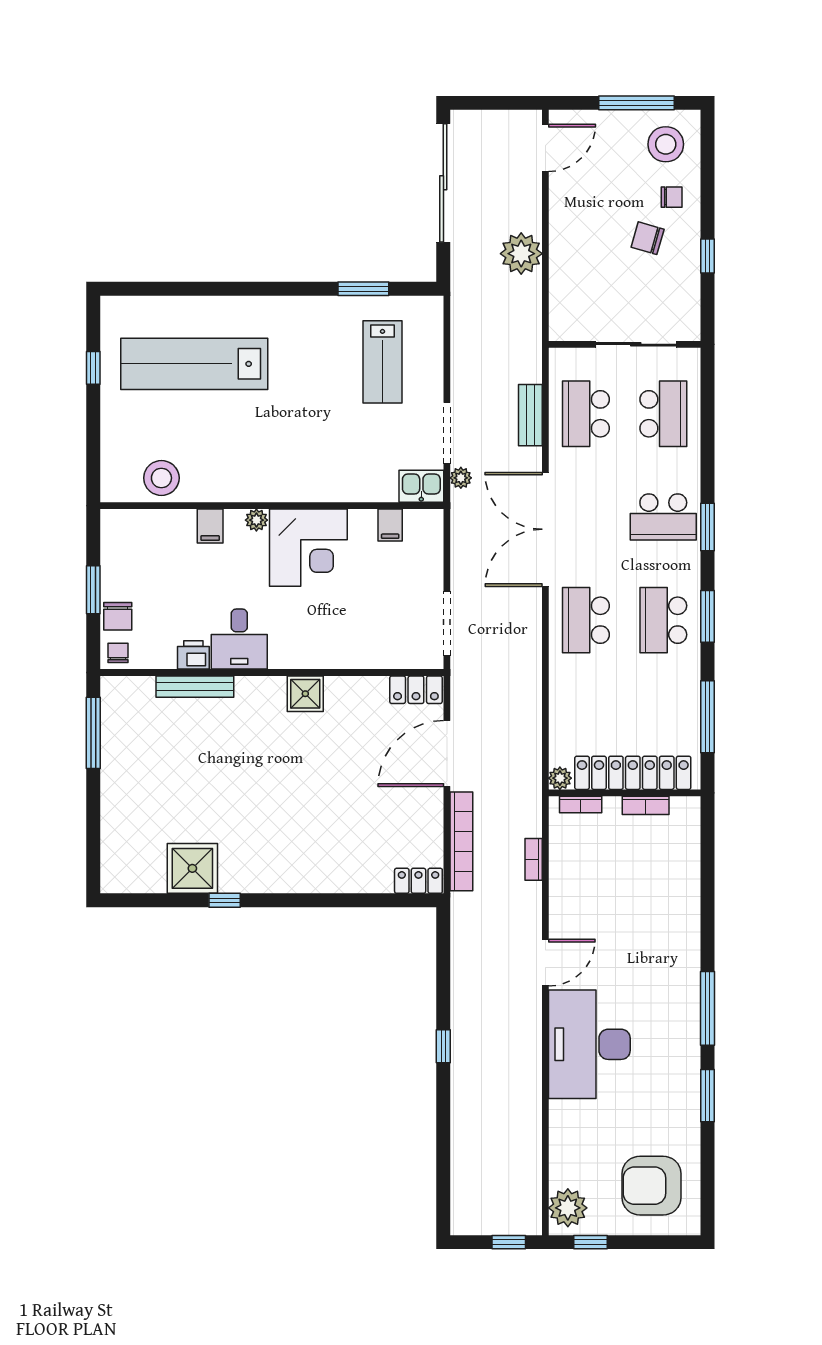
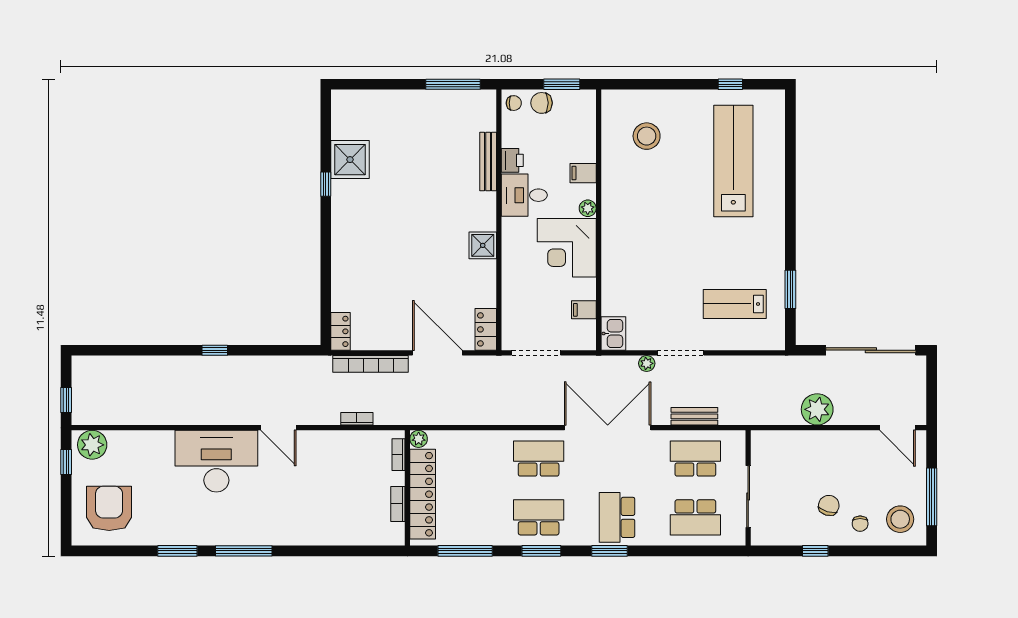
kitchen sink: (421, 486) -> (613, 334), moved
wall: (272, 506) -> (599, 220), moved
plant: (256, 520) -> (588, 208), moved
filing cabinet: (390, 525) -> (584, 310), moved
filing cabinet: (210, 526) -> (583, 173), moved
corner desk: (308, 548) -> (567, 248), moved

